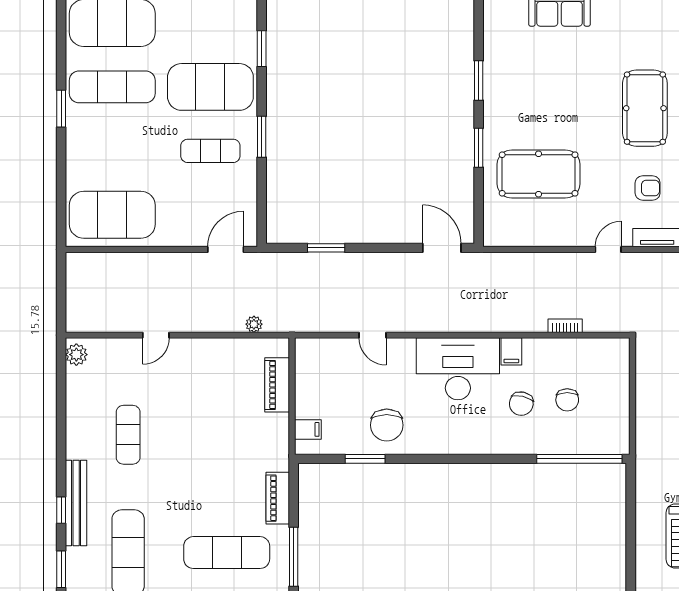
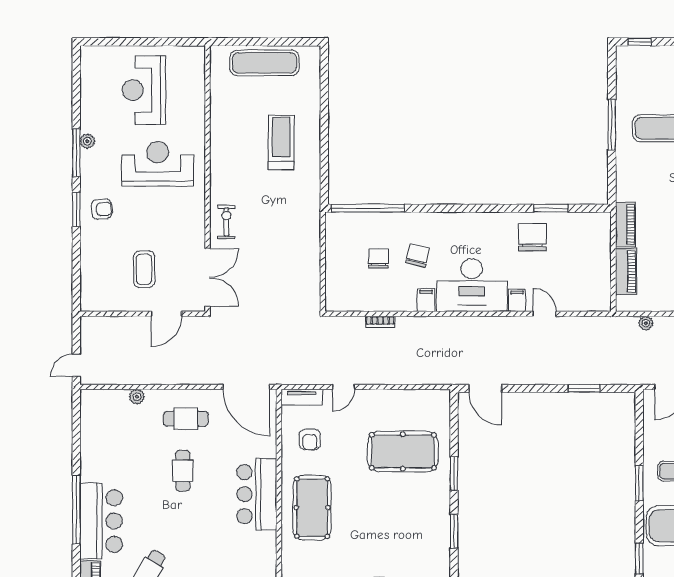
armchair: (648, 188) -> (310, 439), turned -90
filing cabinet: (308, 429) -> (517, 300), moved, turned 90
piano: (278, 498) -> (625, 224), moved

